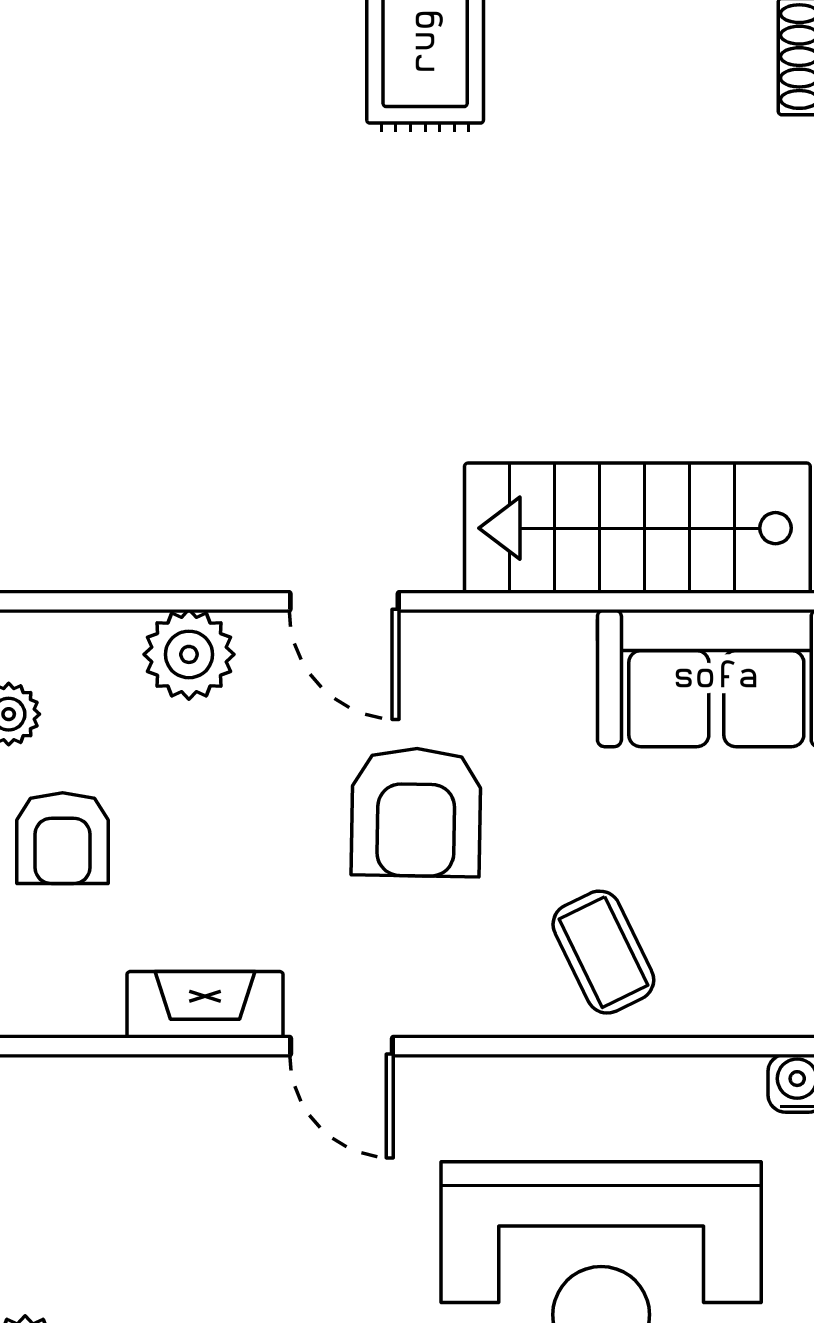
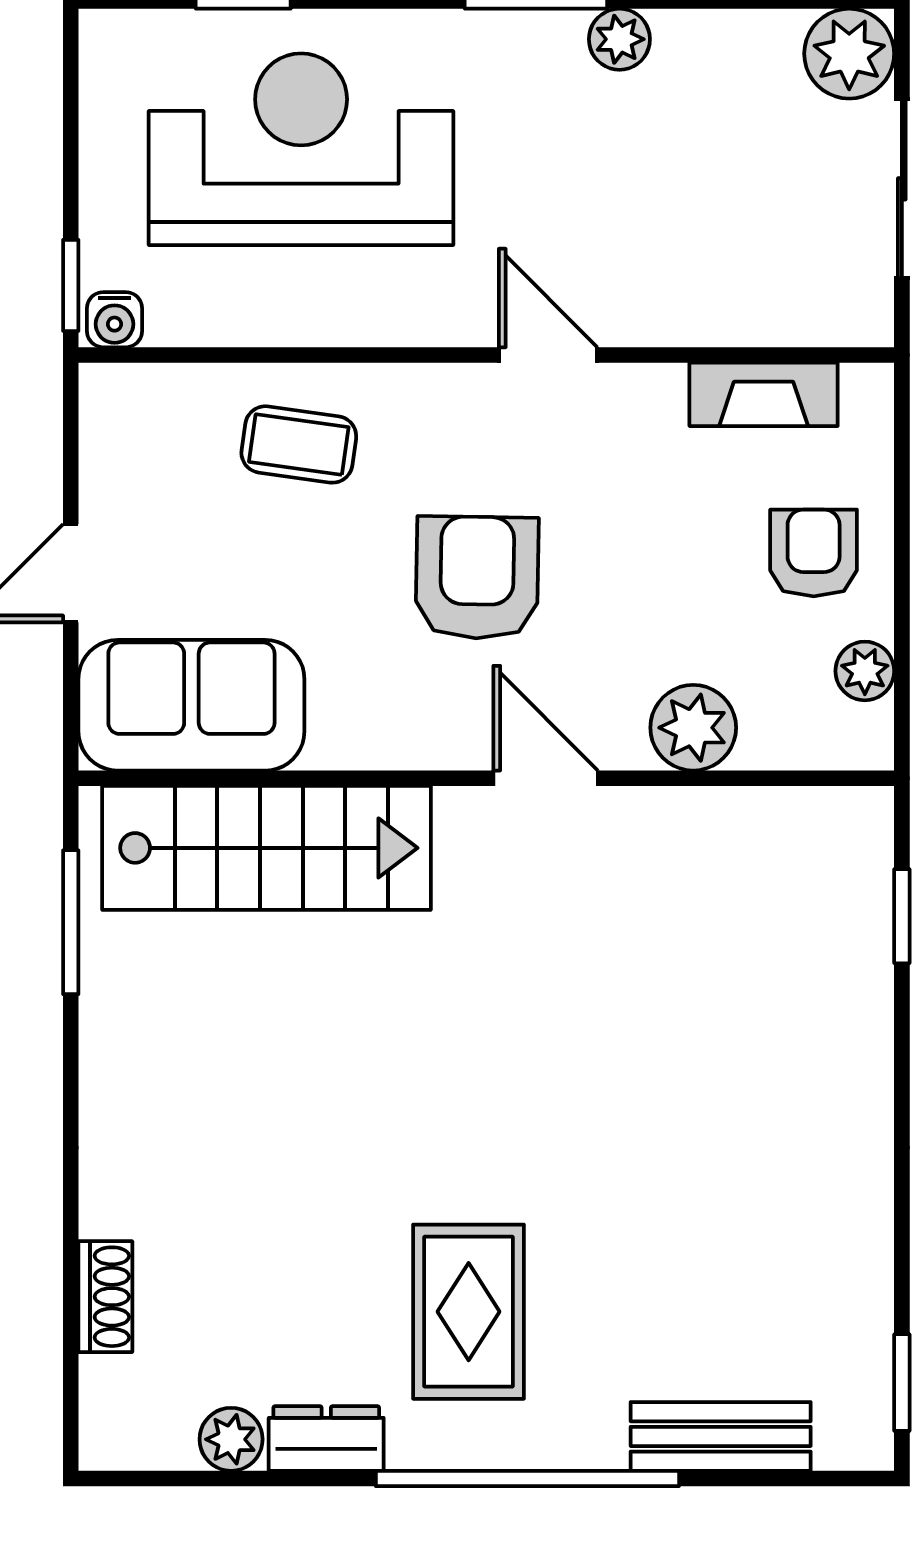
coffee table: (603, 952) -> (299, 444), turned -56
fireplace: (205, 1005) -> (764, 394), moved

